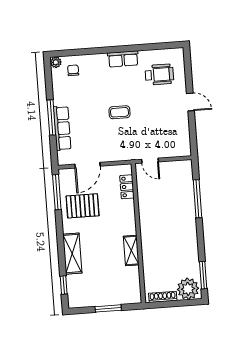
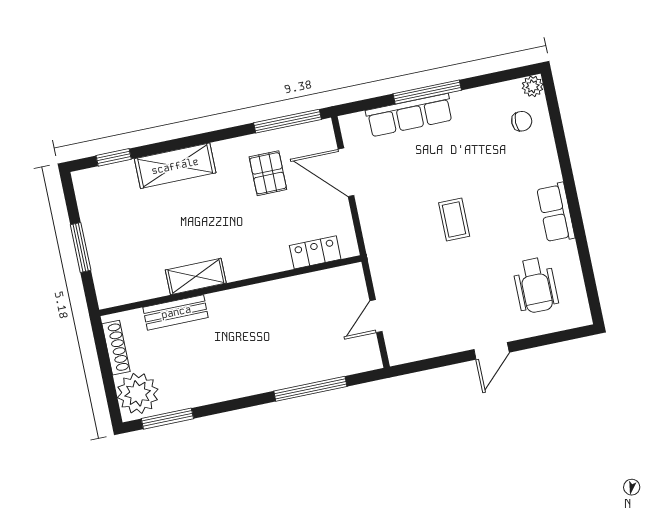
door: (150, 161) -> (376, 316), moved
pallet: (83, 206) -> (268, 173), width x0.67, depth x0.71
bench: (149, 264) -> (176, 312), added

